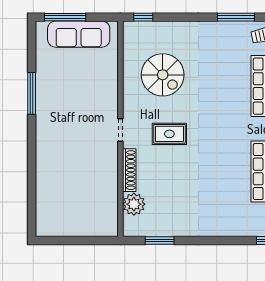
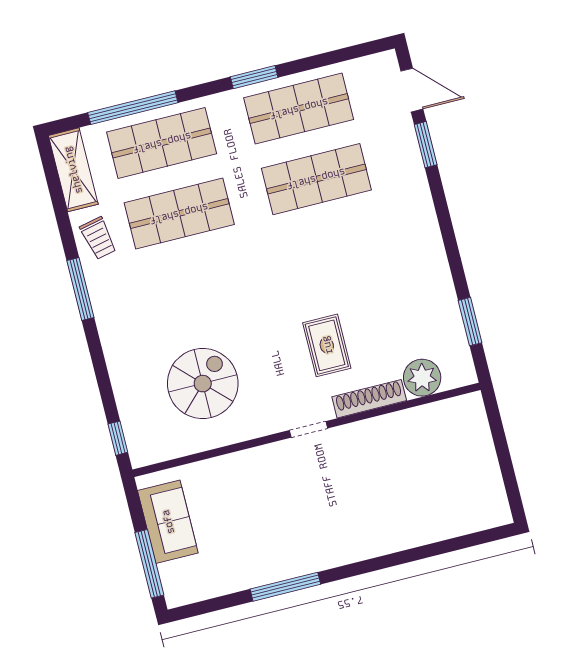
sofa: (79, 34) -> (168, 522), width x0.73
rug: (169, 134) -> (327, 345), moved

